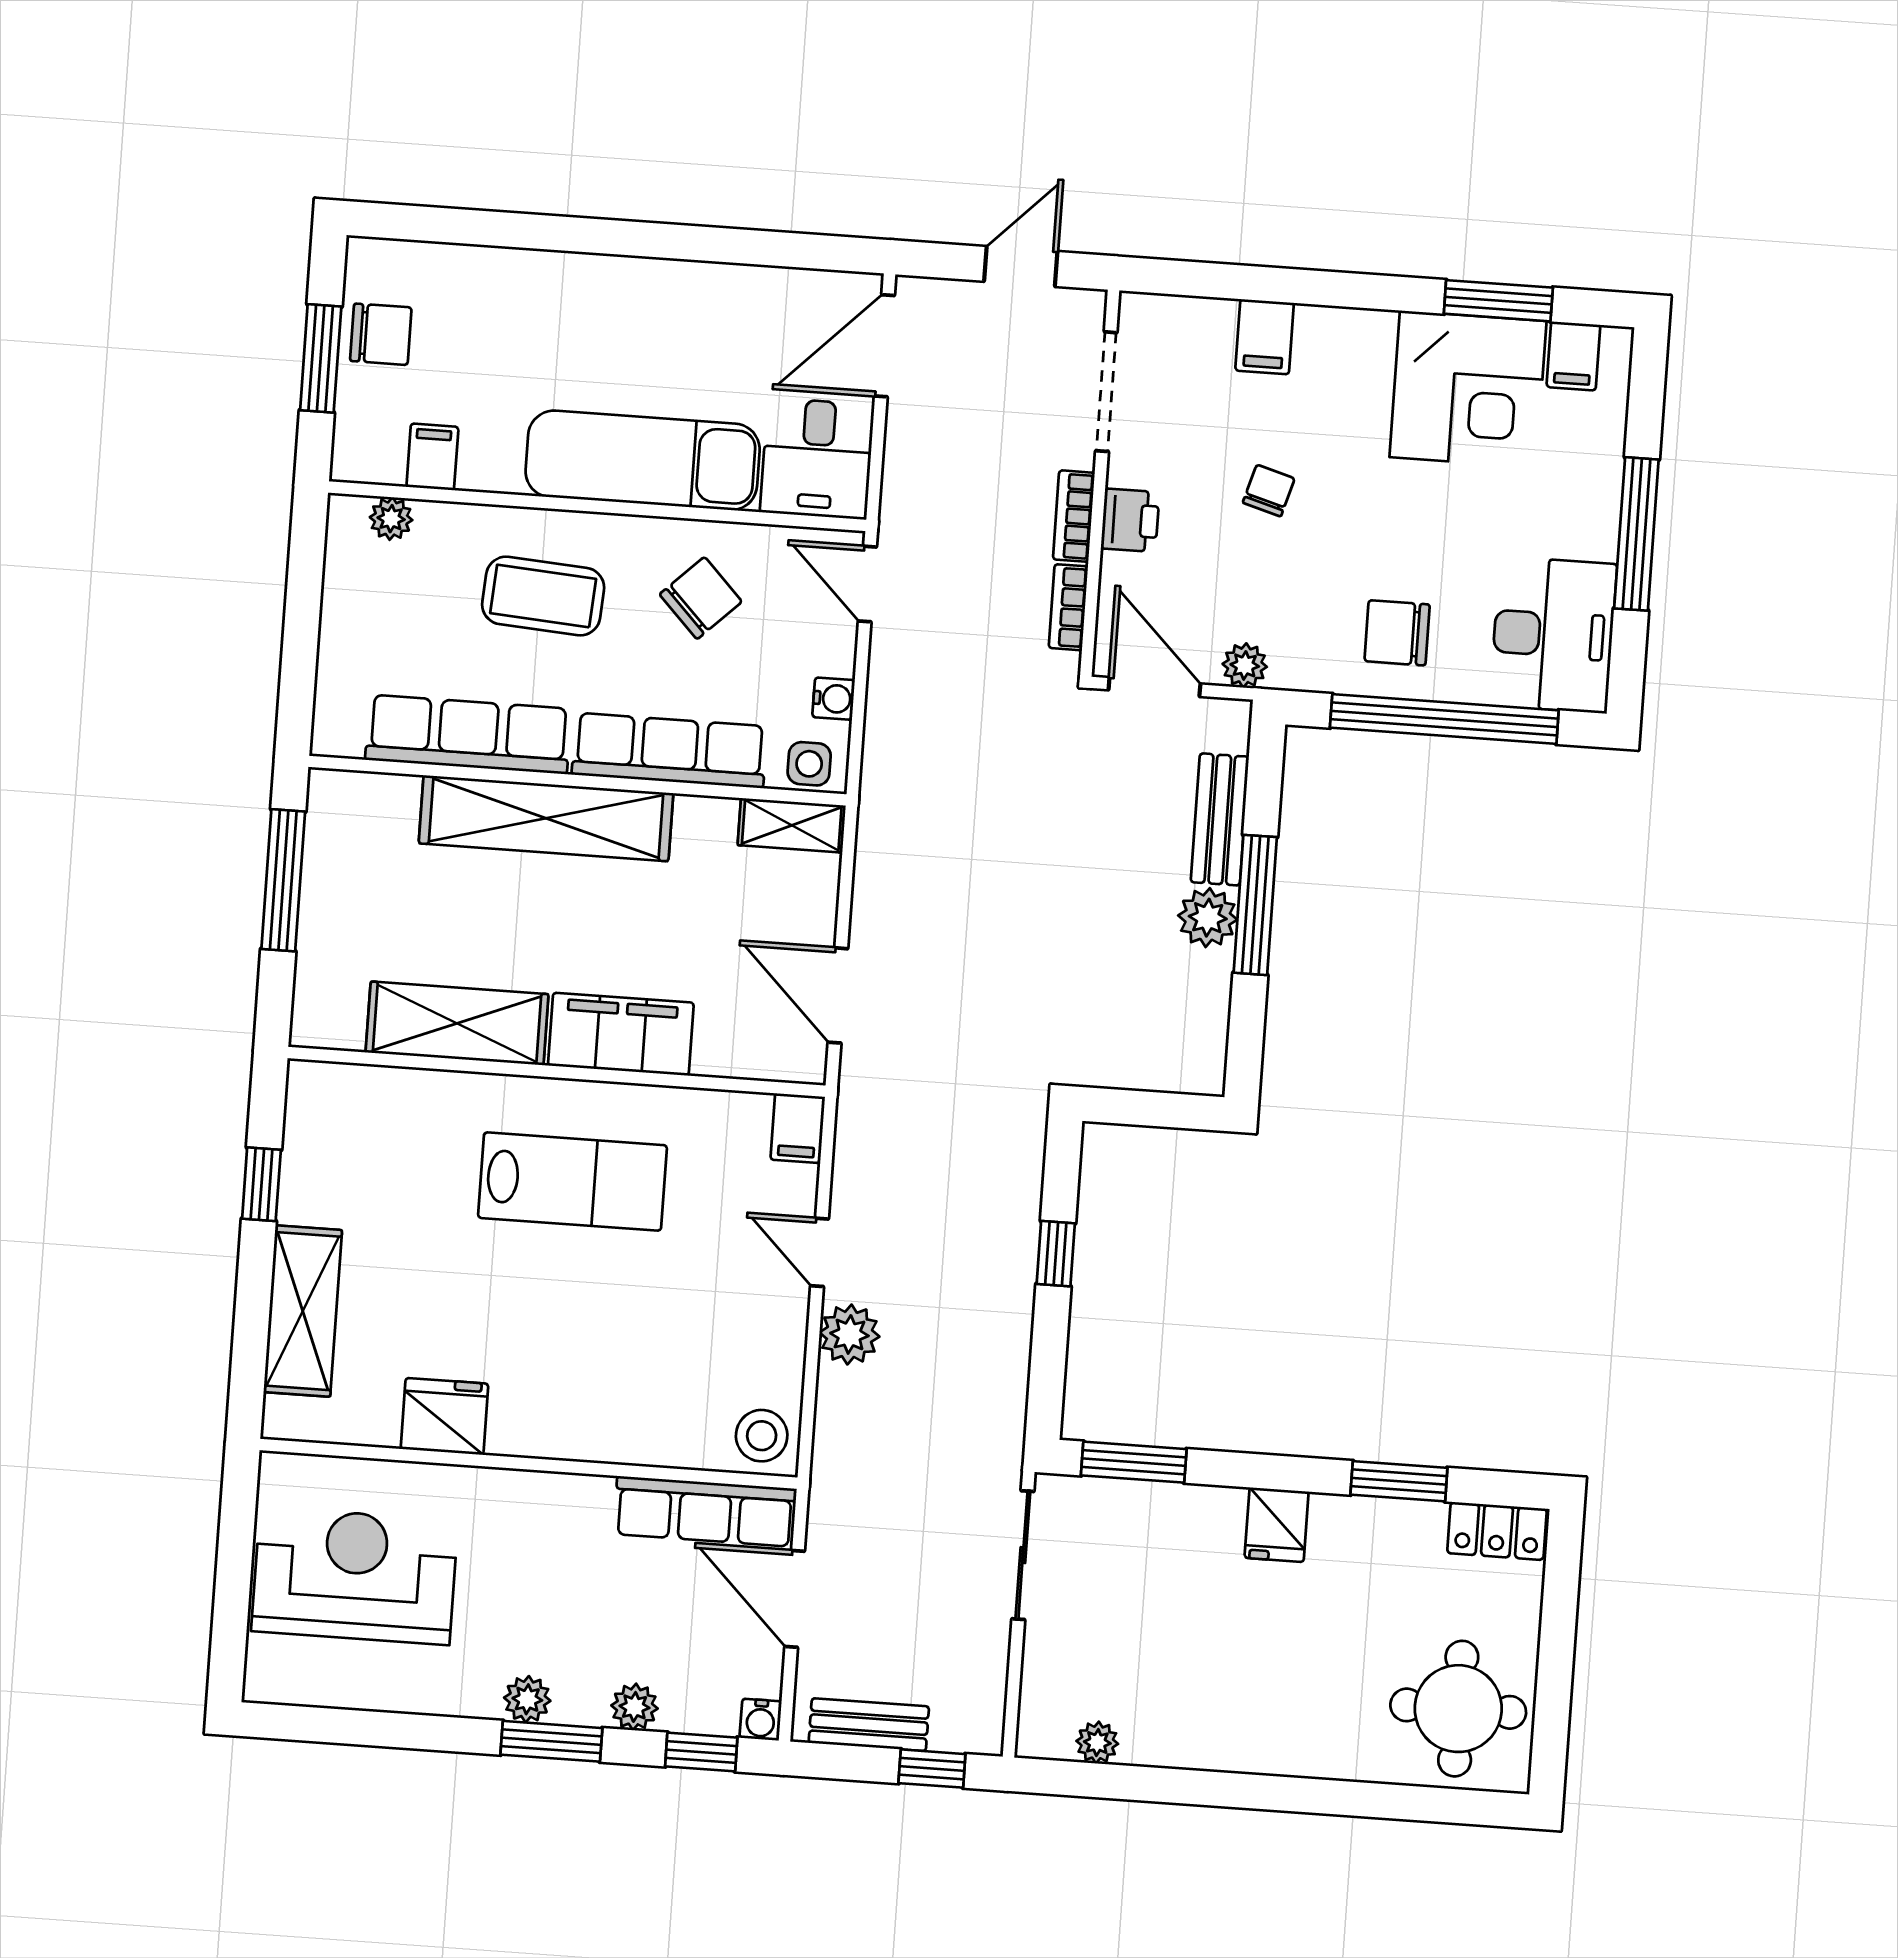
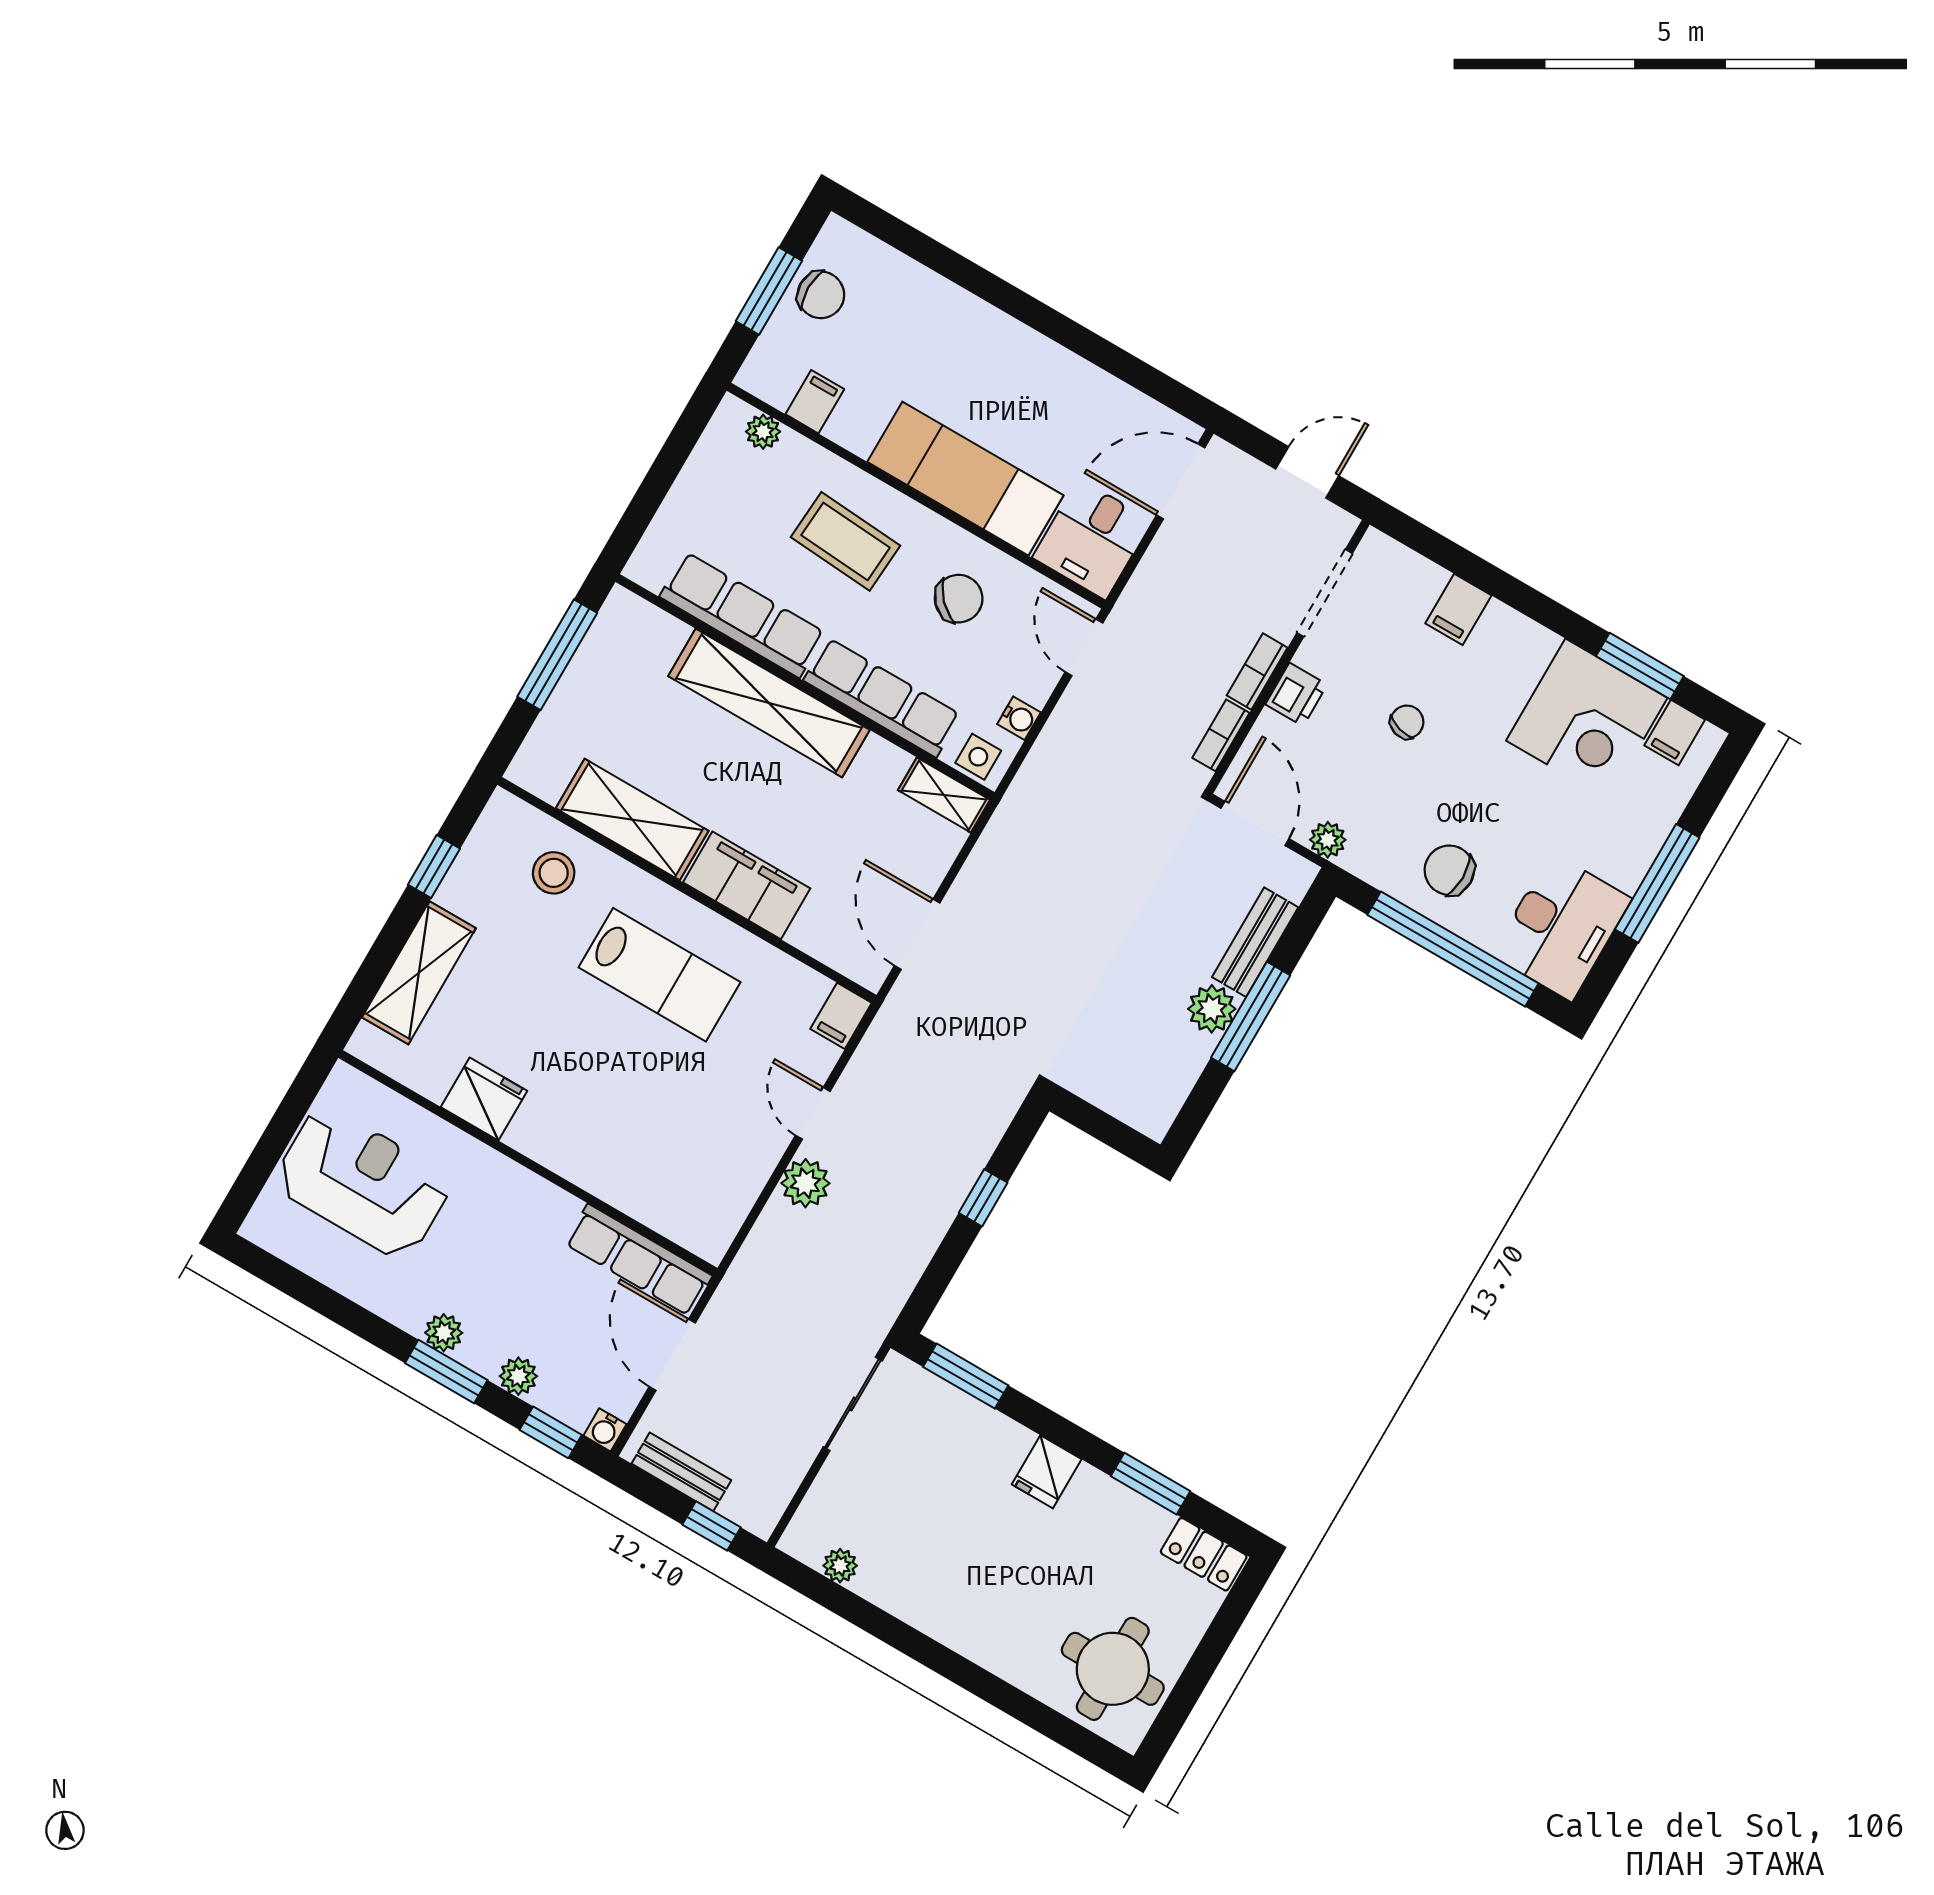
stool: (762, 1436) -> (554, 873), moved

